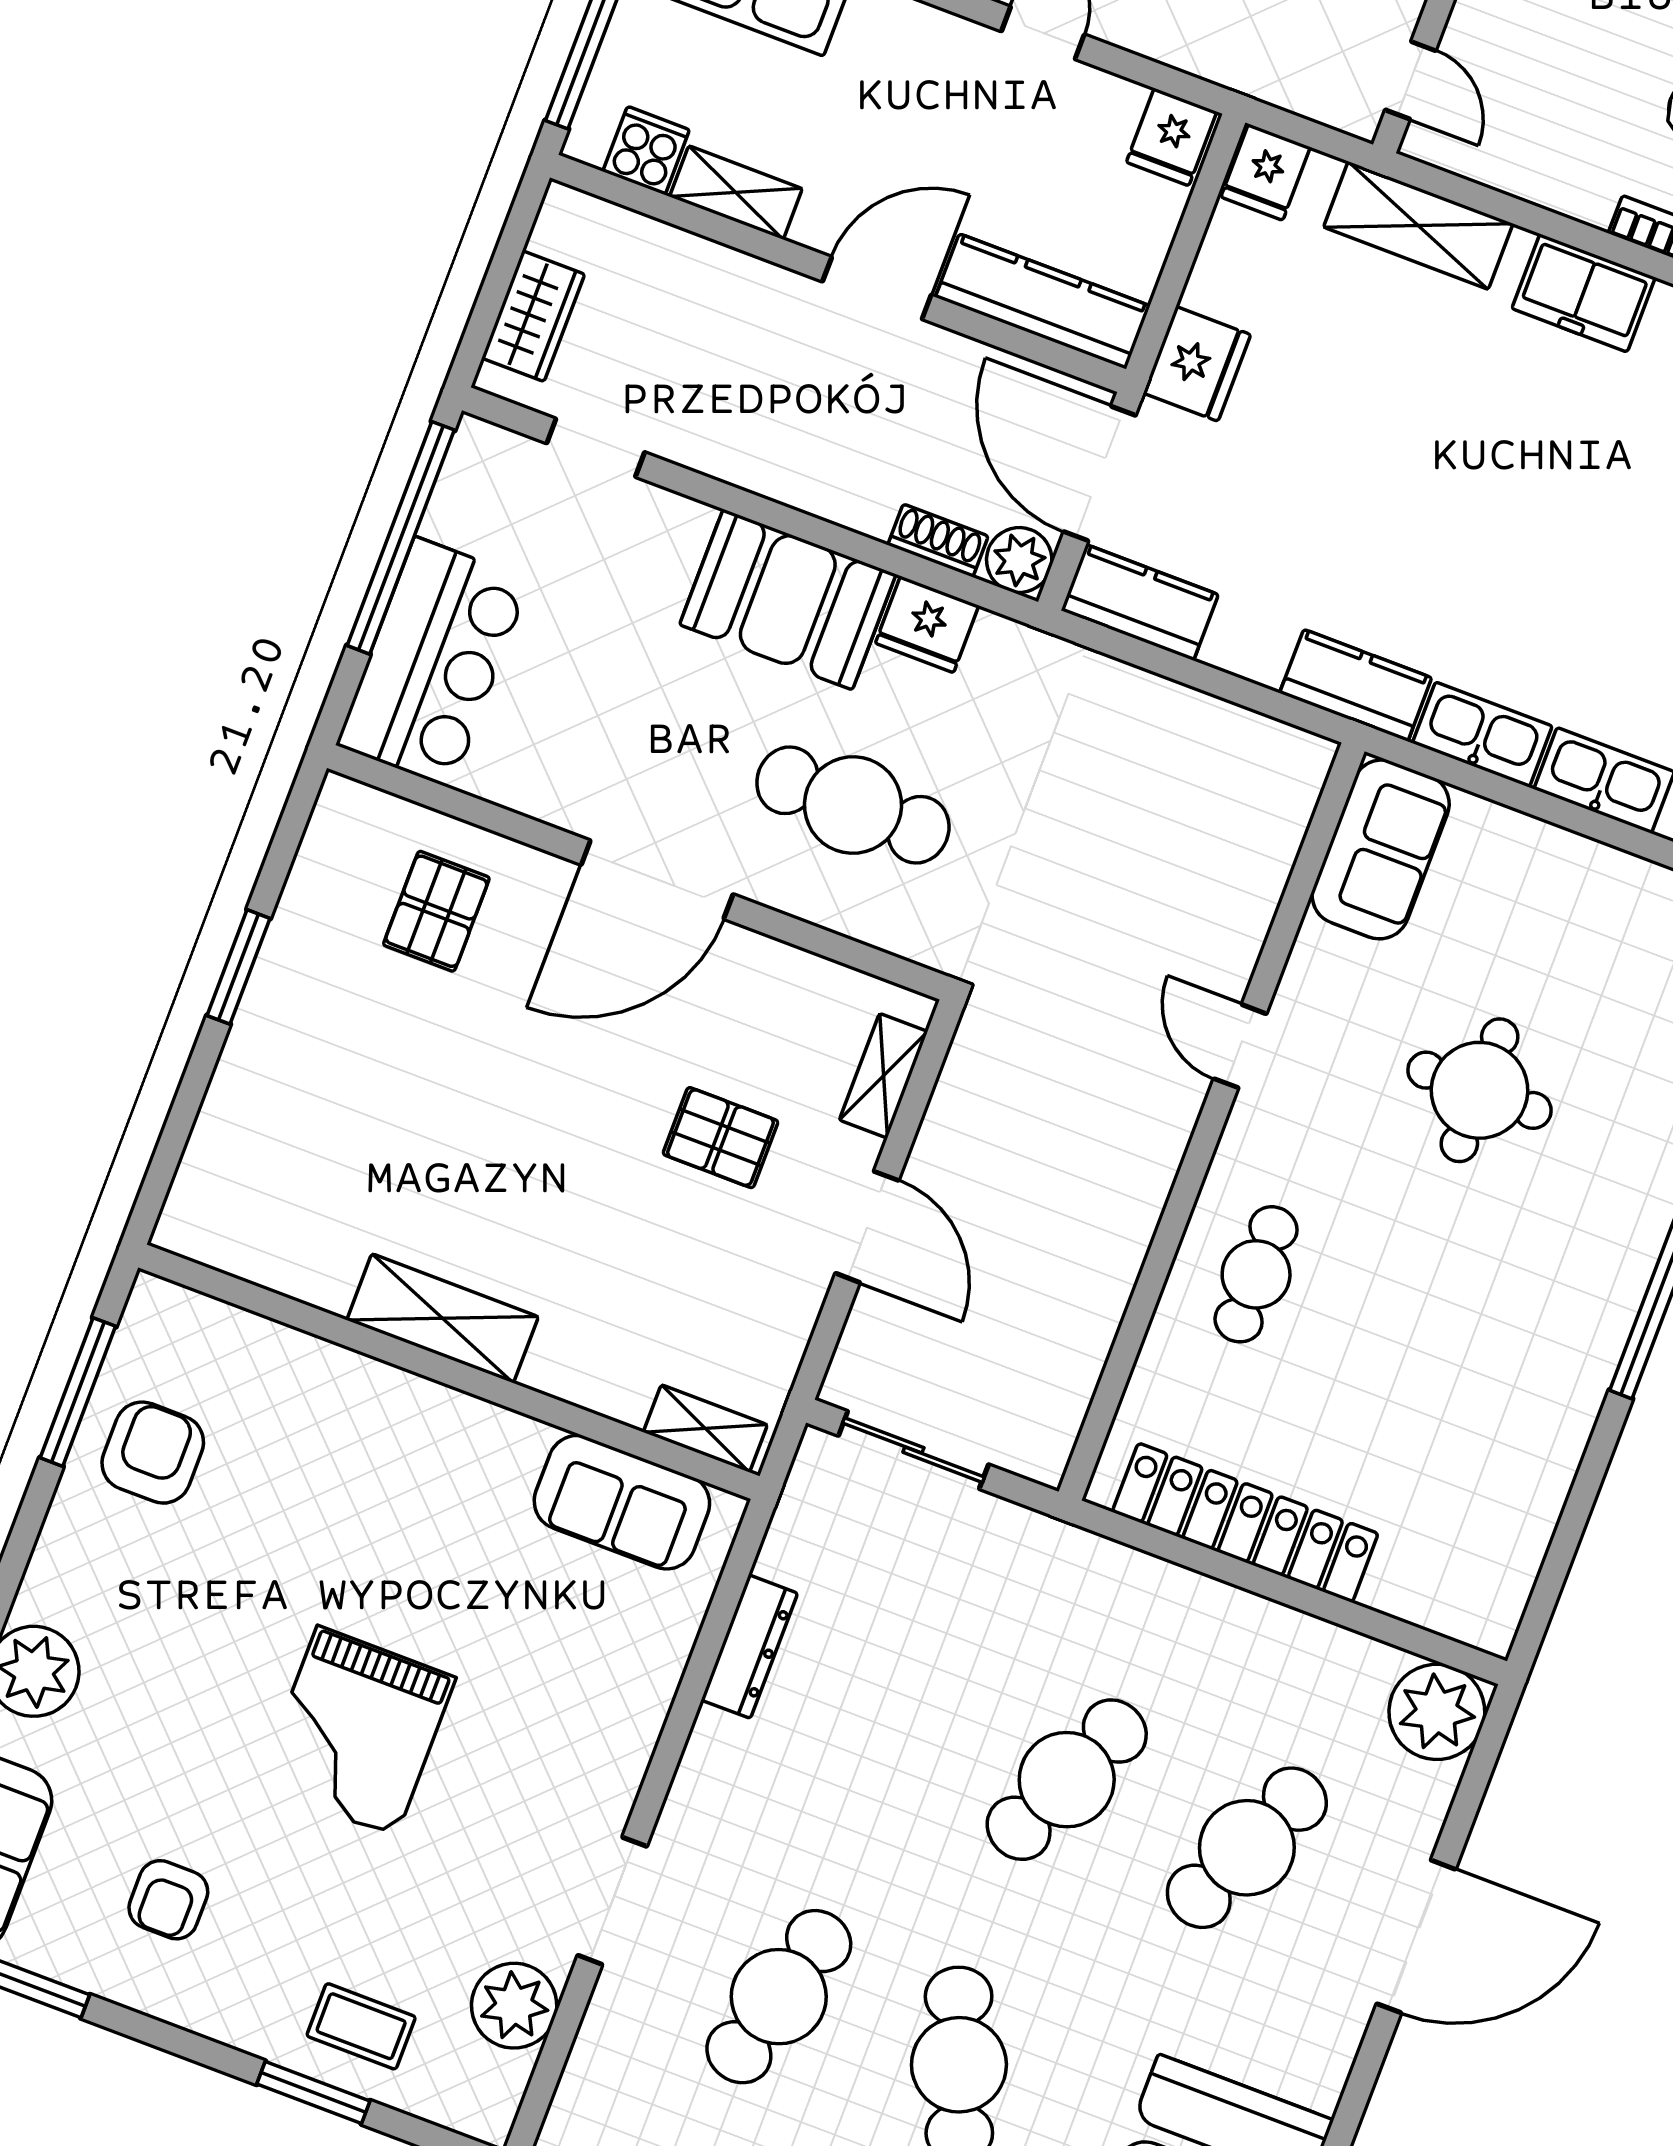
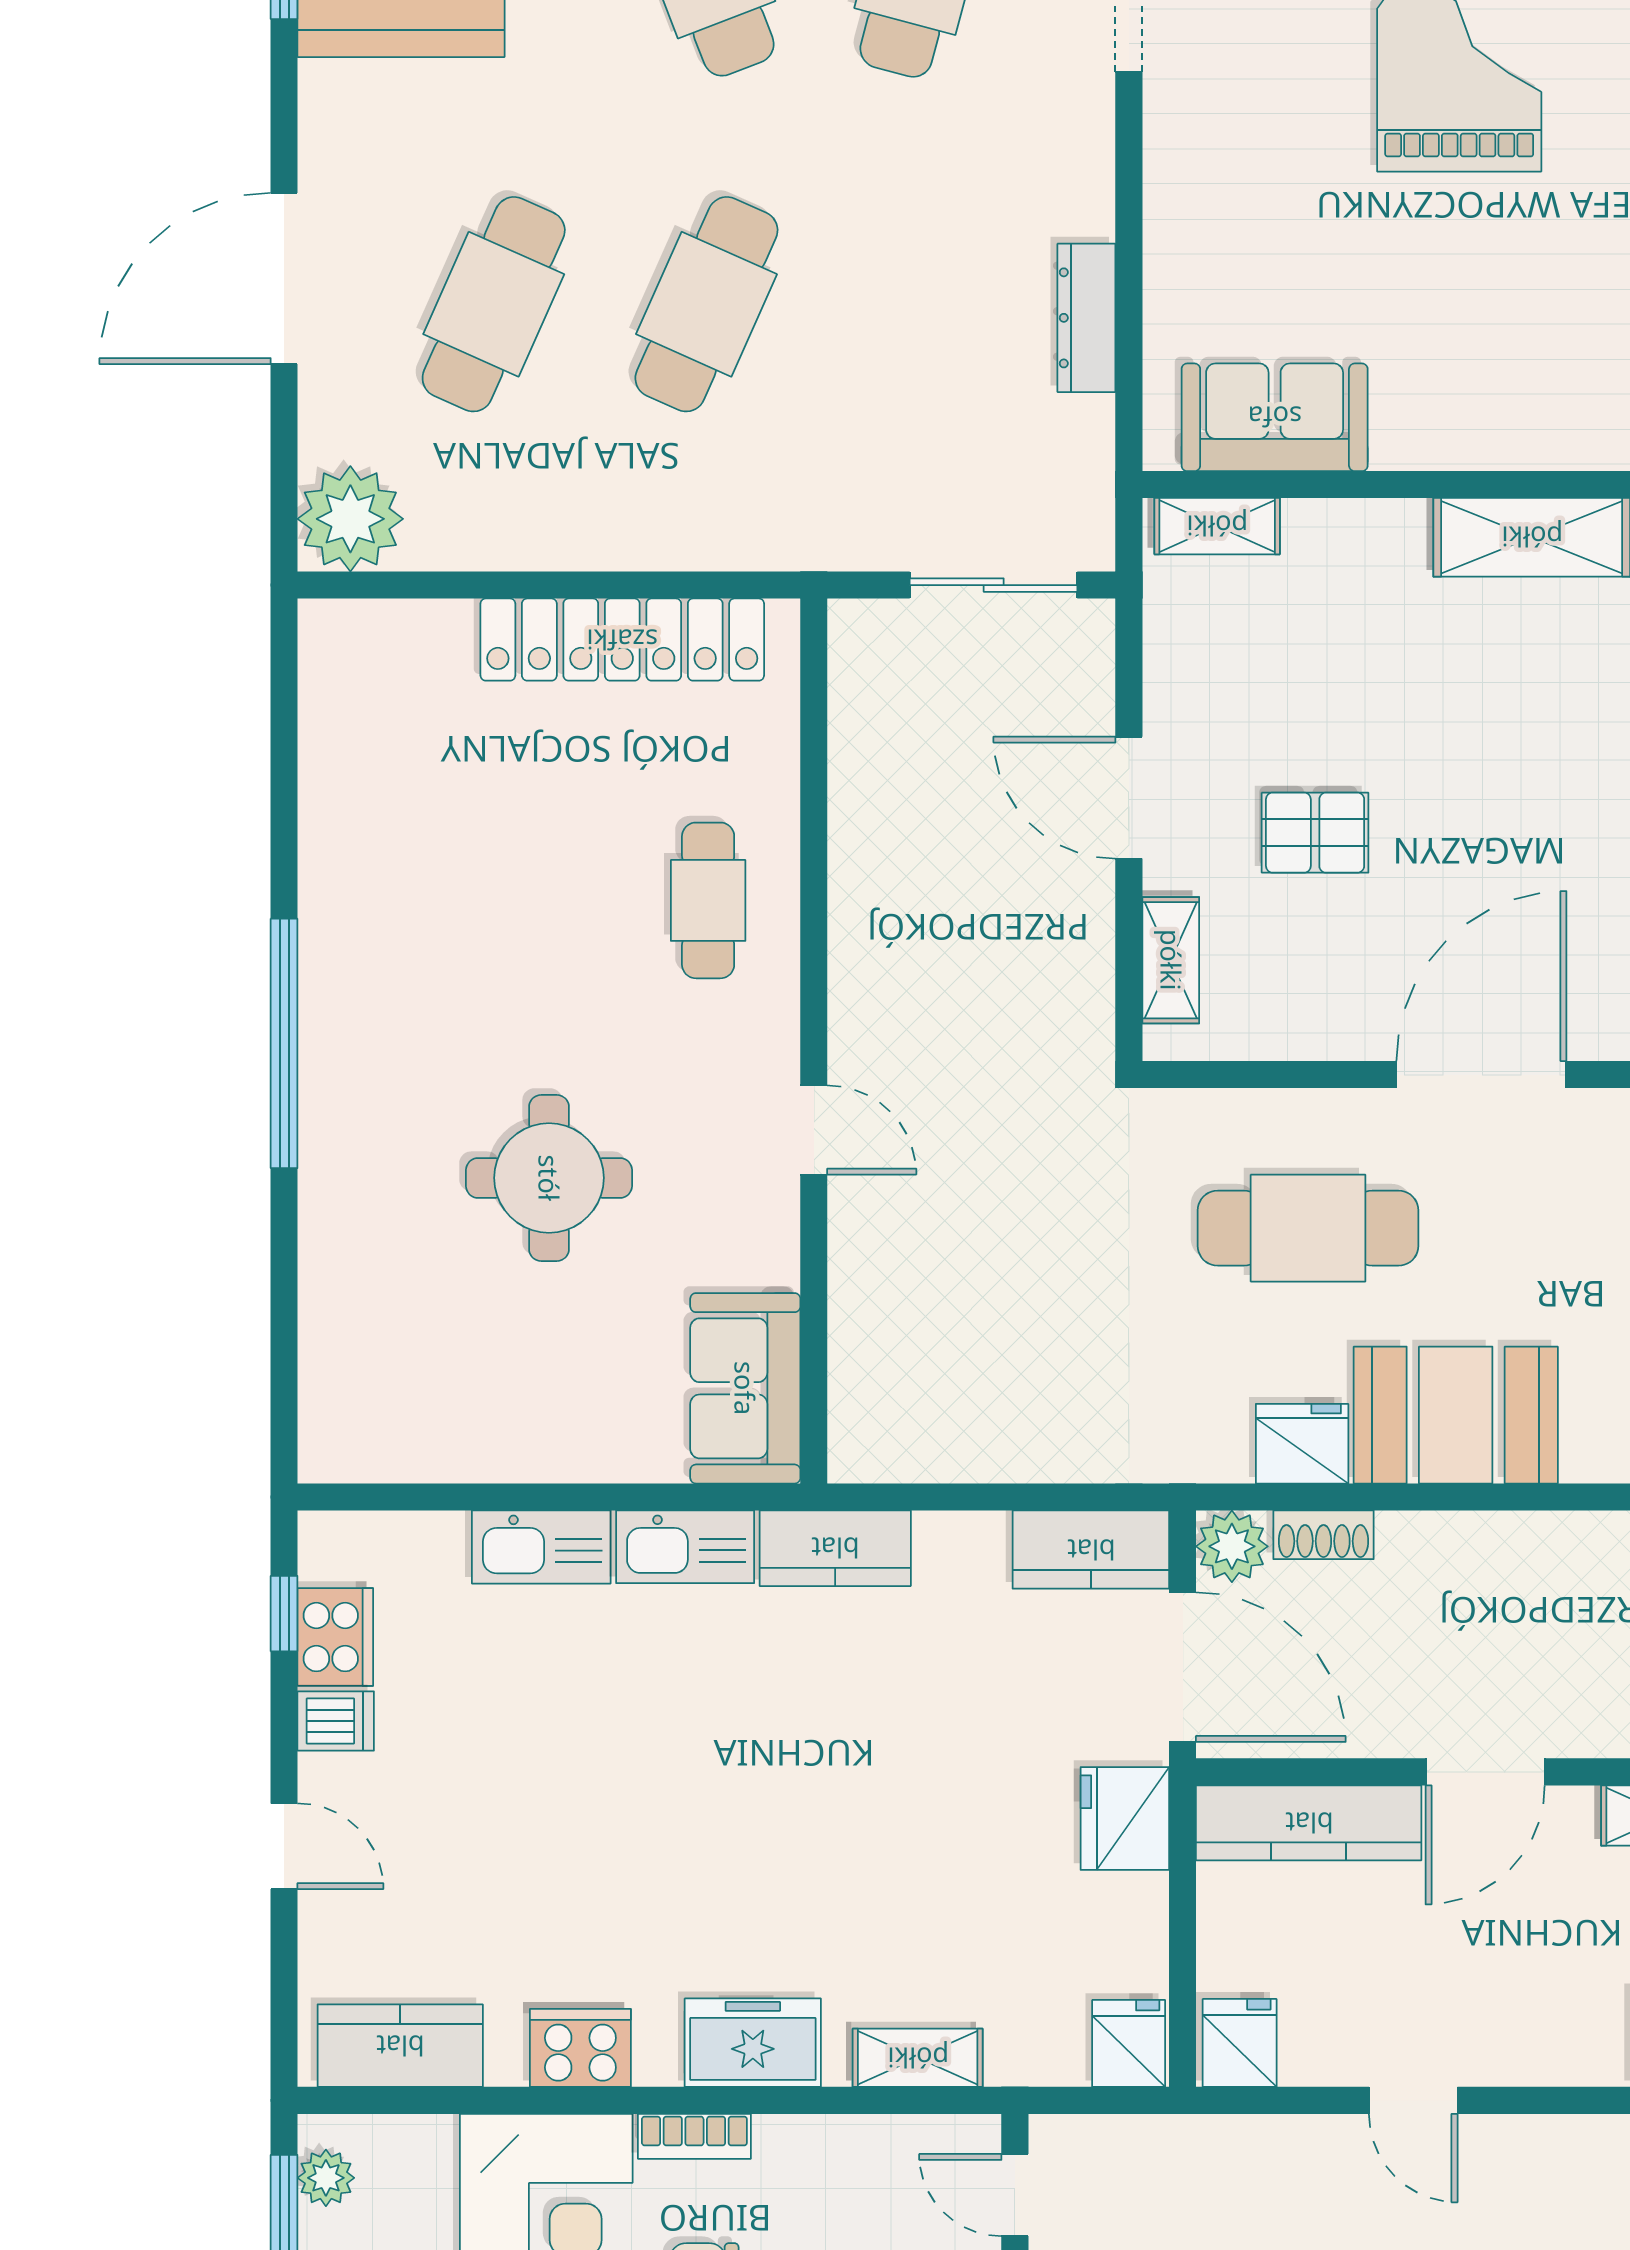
shelving: (1418, 225) -> (918, 2058), width x0.67, depth x0.75

